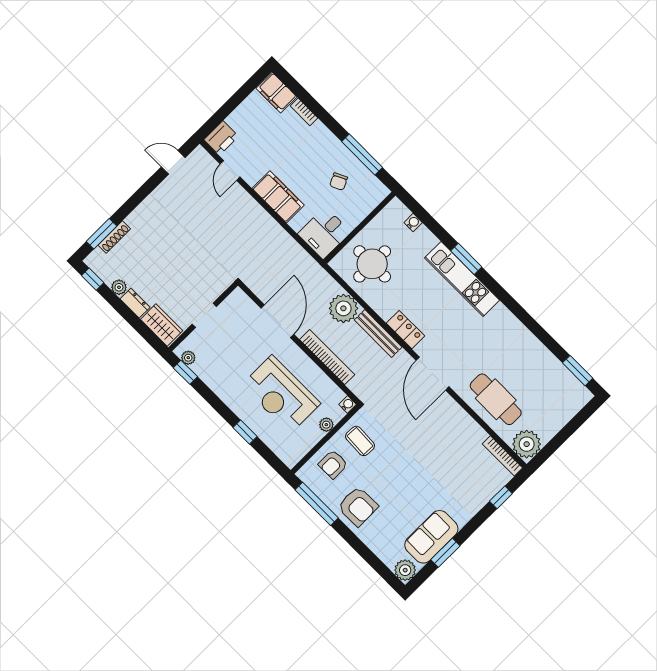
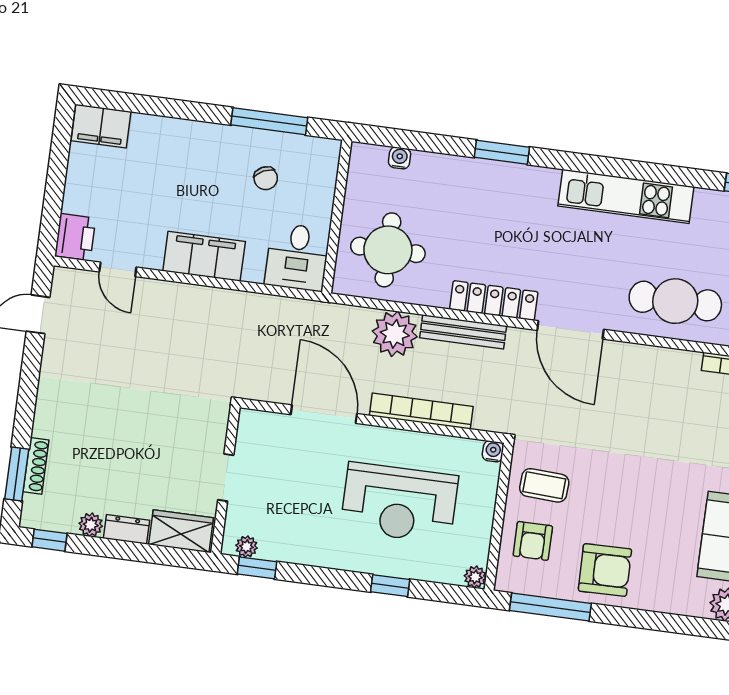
bookcase: (304, 112) -> (154, 124), removed
kitchen unit: (462, 279) -> (626, 196), moved
locker: (406, 330) -> (494, 301), width x1.53
plant: (326, 425) -> (475, 577), moved

